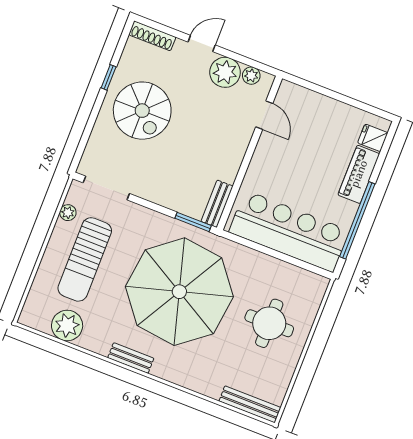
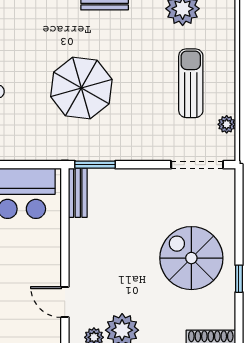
sun lounger: (85, 259) -> (191, 83), width x0.73, depth x0.75
parasol: (179, 292) -> (81, 88), width x0.54, depth x0.54

